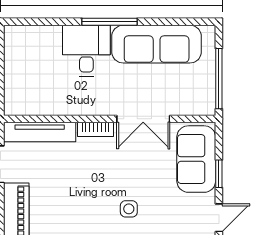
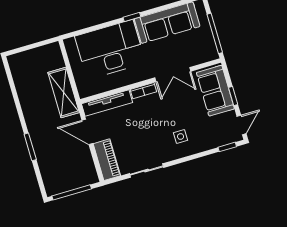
window: (109, 22) -> (132, 17), width x0.46
desk: (86, 51) -> (110, 49), width x1.87, depth x1.30

